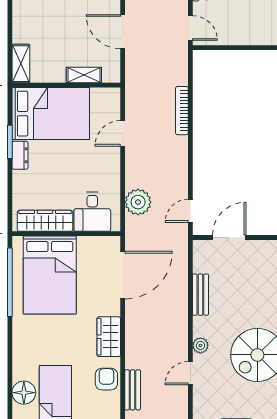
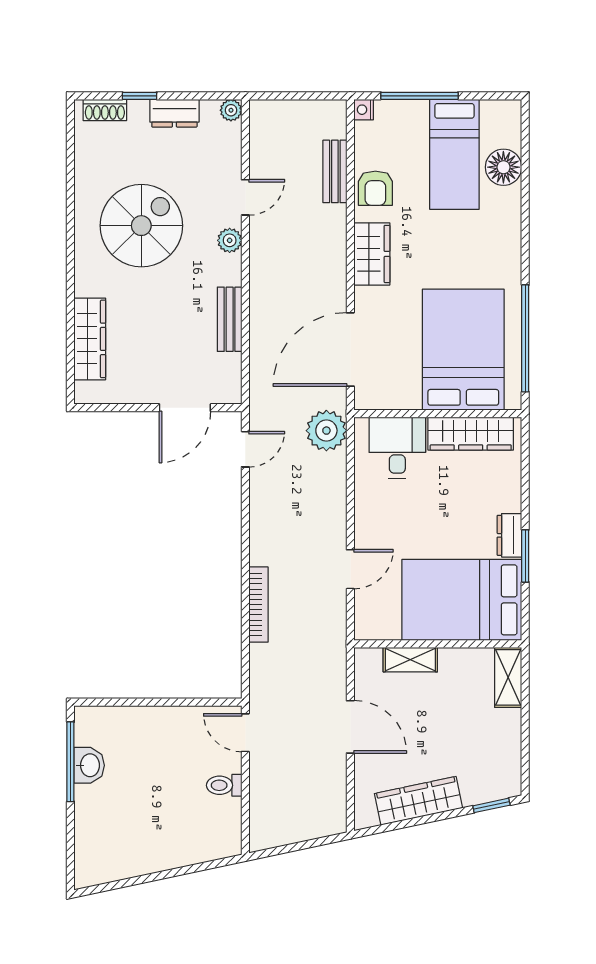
plant: (138, 202) -> (326, 431), moved

